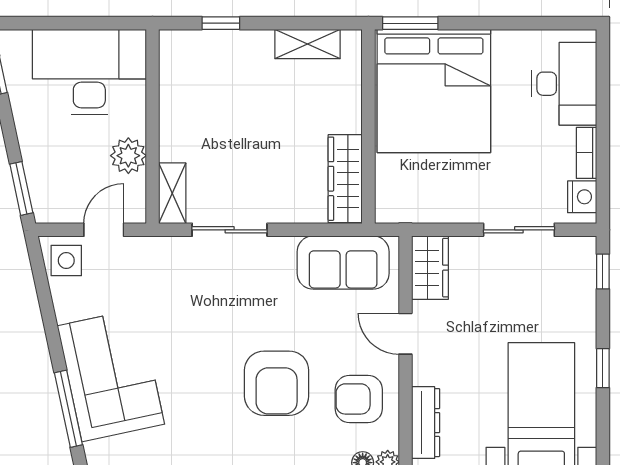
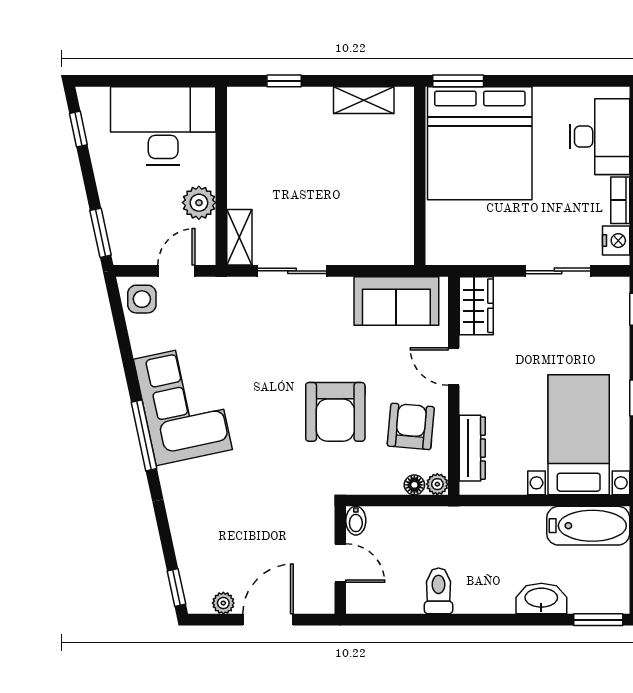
wardrobe: (345, 179) -> (398, 224), removed
armchair: (359, 399) -> (411, 426), turned 95

